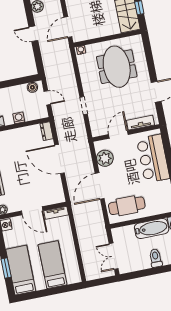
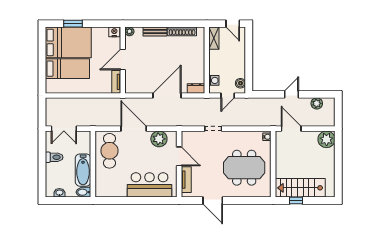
washing machine: (19, 118) -> (214, 80), moved
double door: (114, 256) -> (64, 129), swing flipped
toilet: (156, 258) -> (54, 157), moved
bed: (21, 270) -> (68, 42), width x1.50

